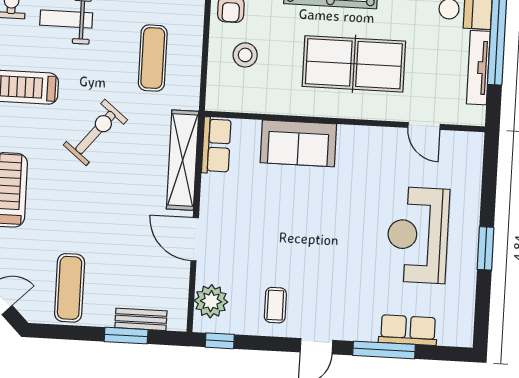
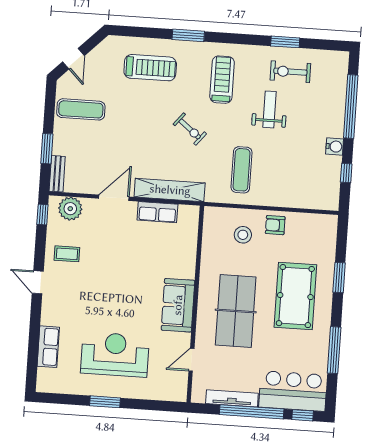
exercise mat: (153, 58) -> (242, 170), turned 90
exercise bike: (95, 132) -> (190, 129), width x0.73, depth x0.72
sofa: (298, 143) -> (178, 305), moved
row of seats: (216, 145) -> (157, 212), moved
bench: (141, 319) -> (57, 174), moved
window: (384, 350) -> (35, 330), removed

